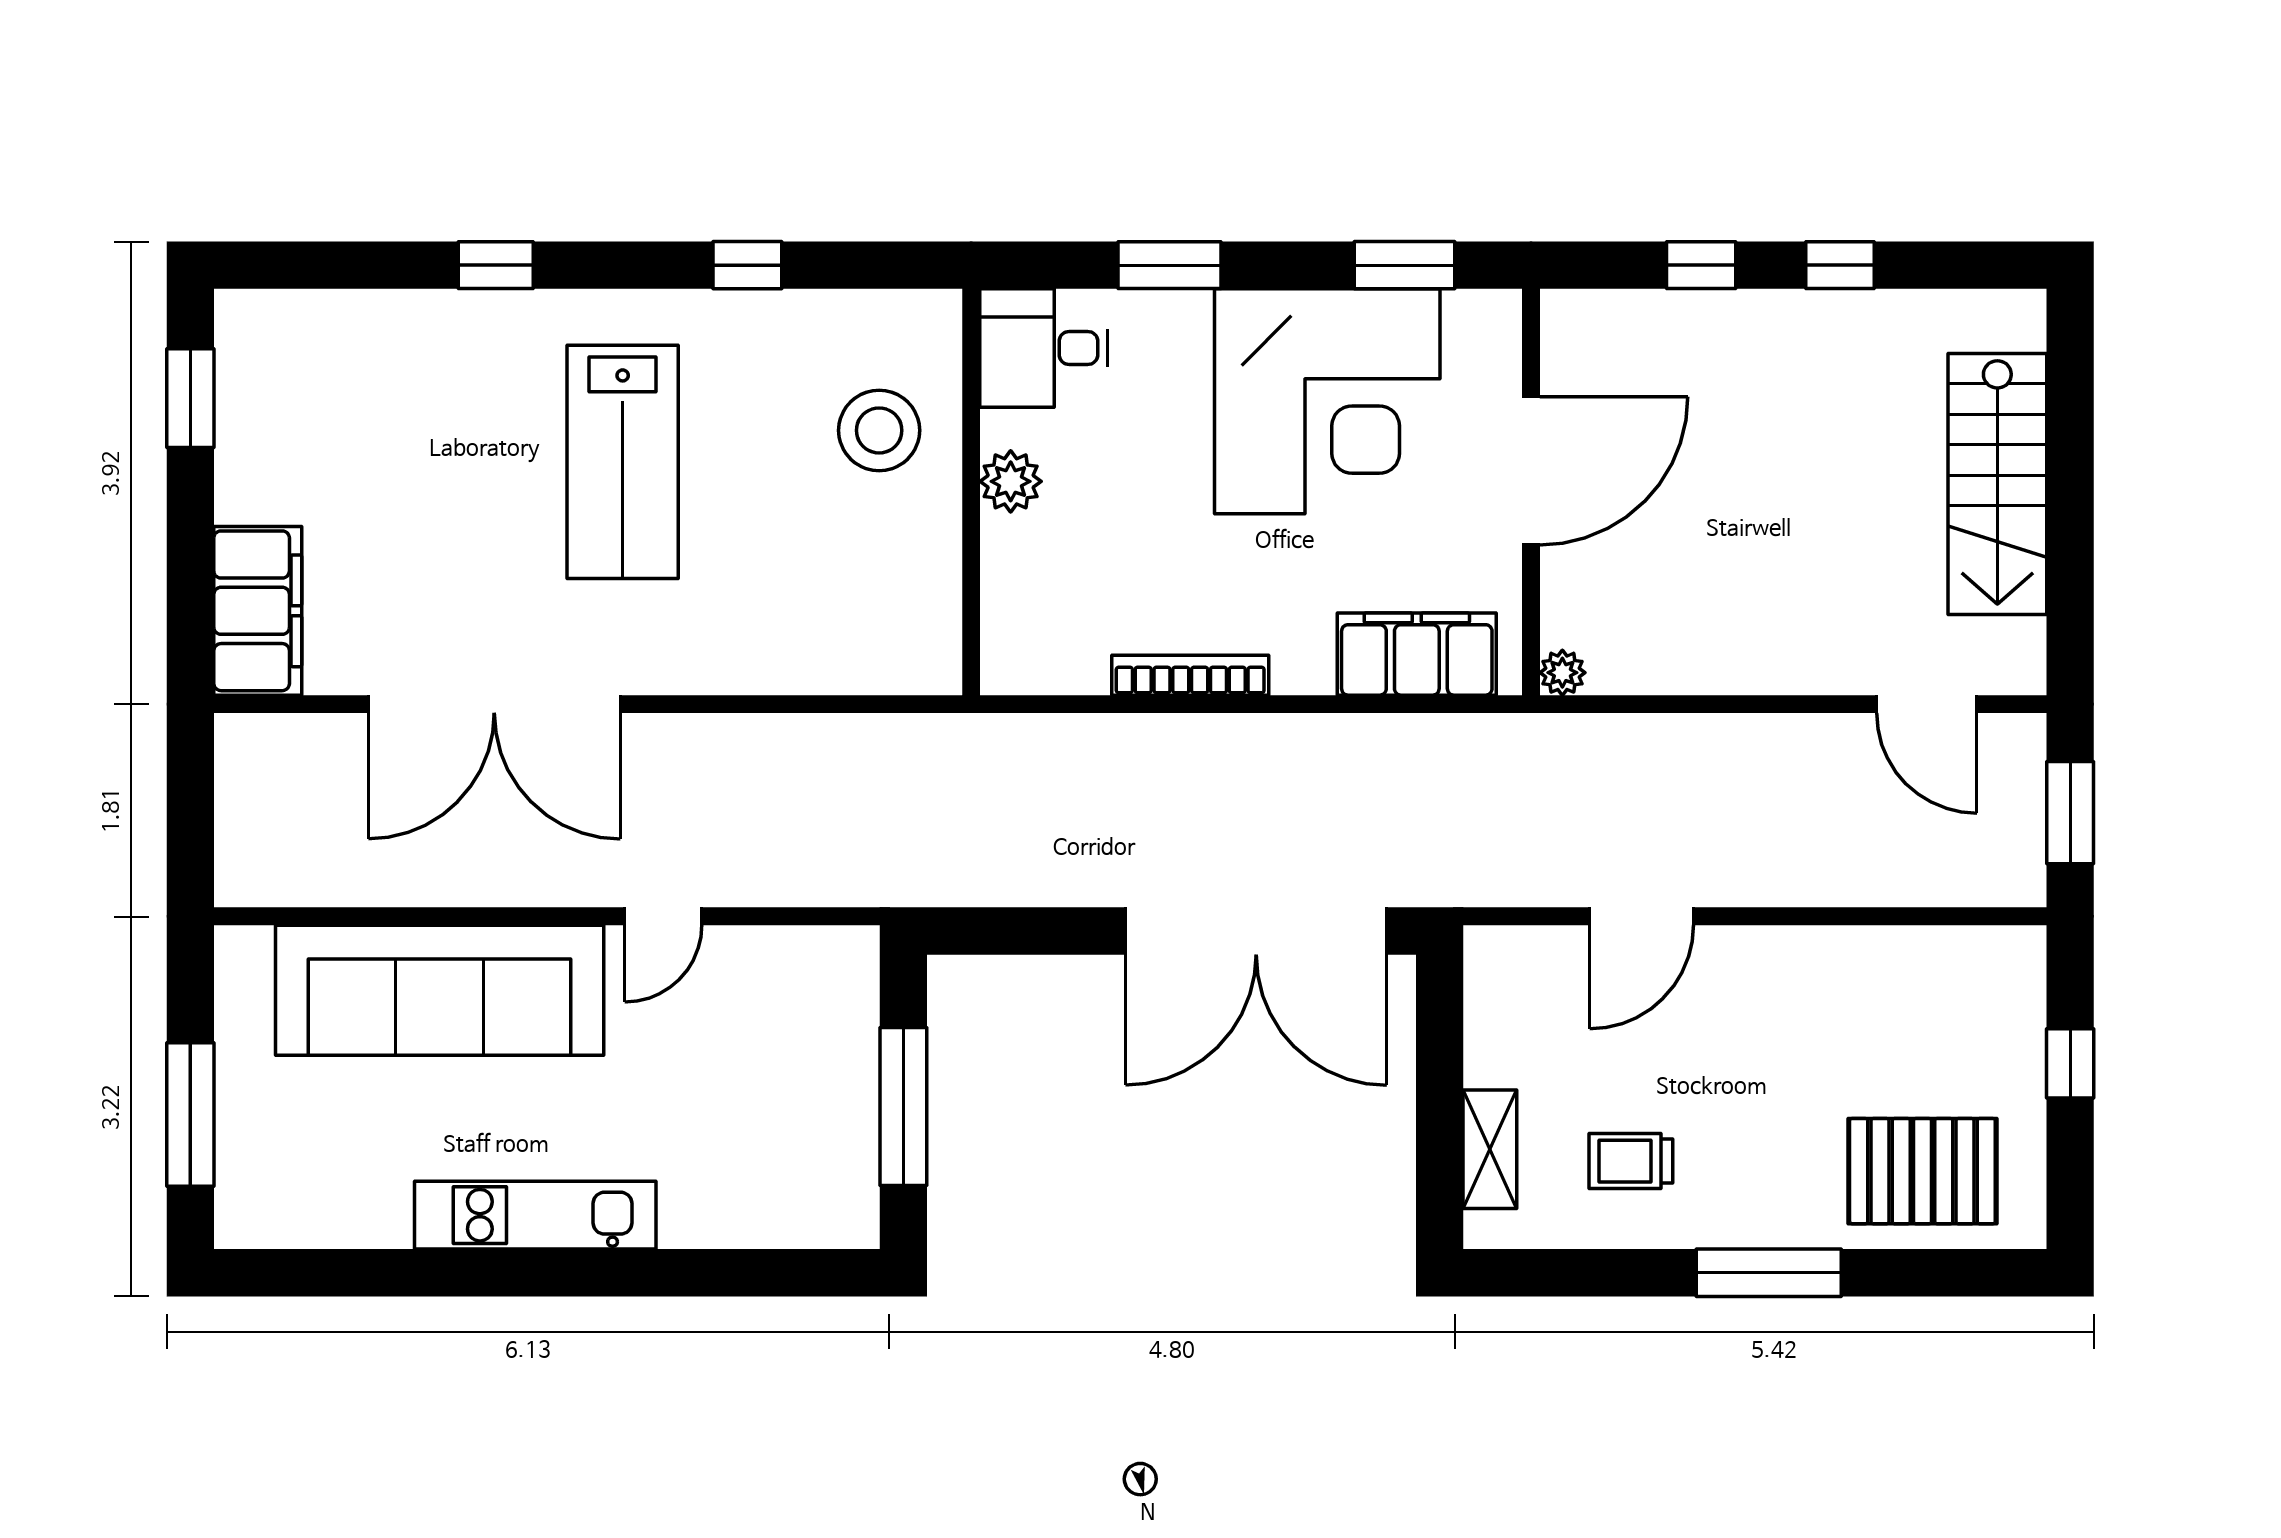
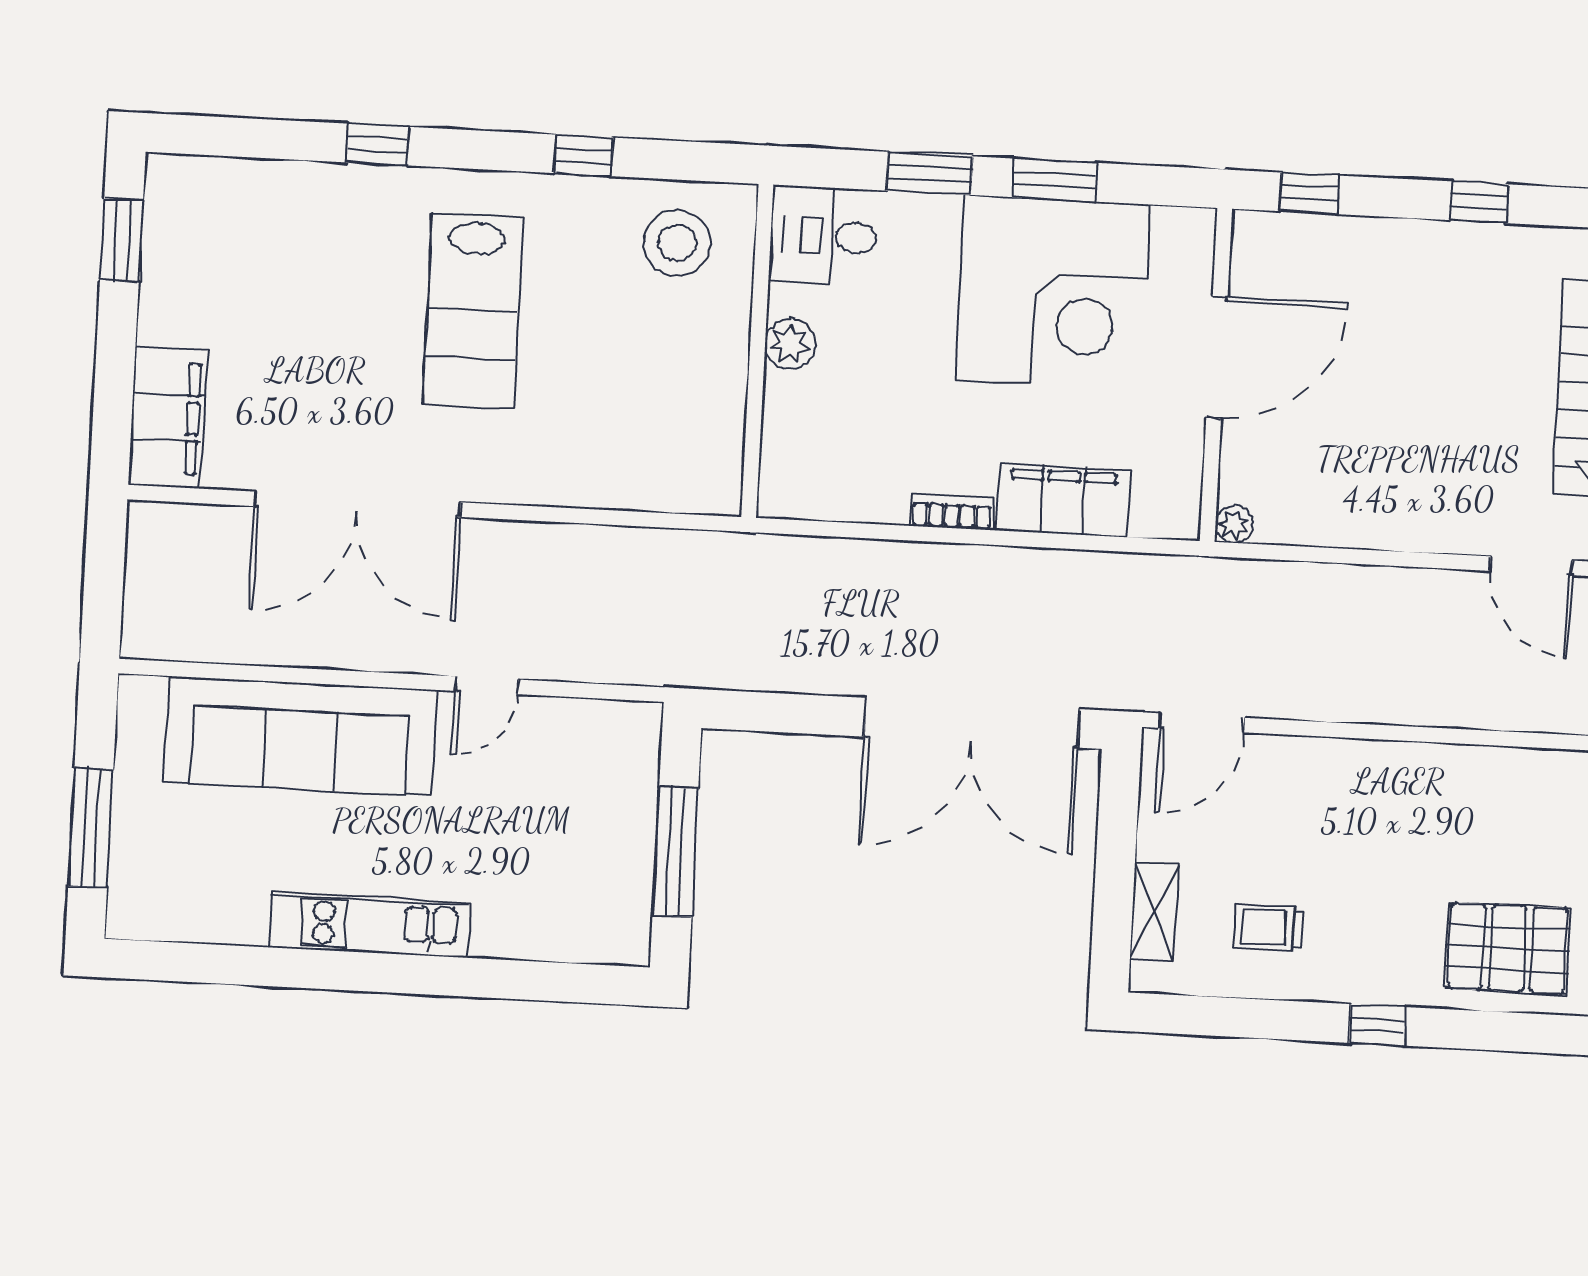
window: (1404, 265) -> (1055, 180), moved
window: (1701, 265) -> (1309, 193), moved
stool: (879, 430) -> (677, 243), moved
filing cabinet: (1417, 654) -> (1063, 500), moved
bookcase: (1190, 675) -> (952, 512), width x0.64
door: (1641, 916) -> (1202, 723), moved
window: (1769, 1273) -> (1377, 1025), width x0.46

